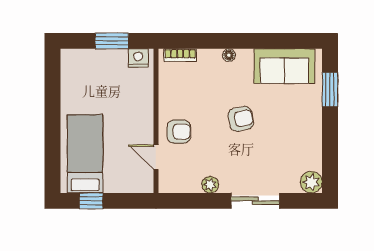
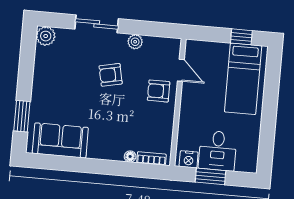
floor lamp: (229, 55) -> (130, 156), moved
desk: (107, 71) -> (218, 151), added
armchair: (241, 119) -> (111, 75), moved

